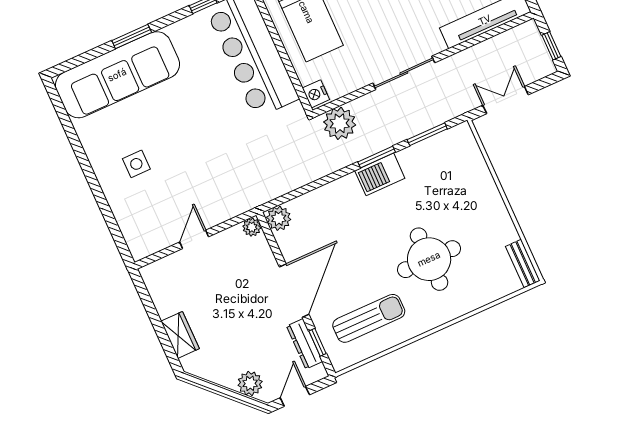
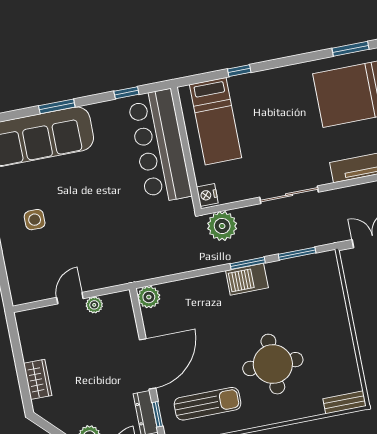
plant: (252, 227) -> (94, 305), moved
bench: (523, 263) -> (345, 402), moved, turned 90

